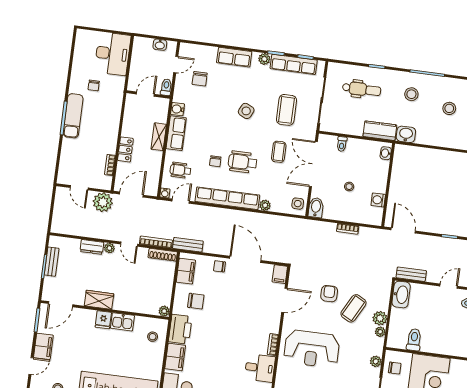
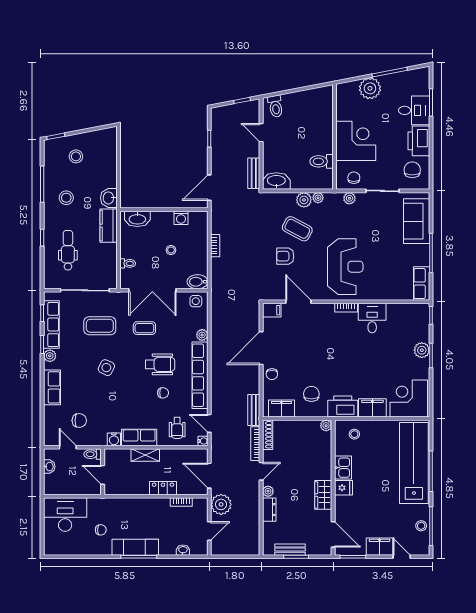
washbasin: (386, 153) -> (137, 219), width x1.91, depth x1.45
washbasin: (64, 161) -> (183, 550), added
wheelchair: (243, 162) -> (160, 364), turned -90

